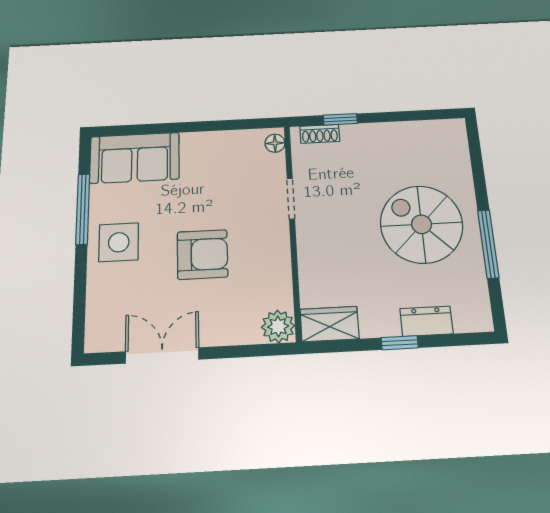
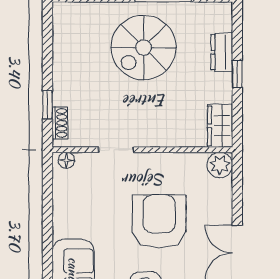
armchair: (202, 254) -> (159, 221), width x1.36, depth x1.36

